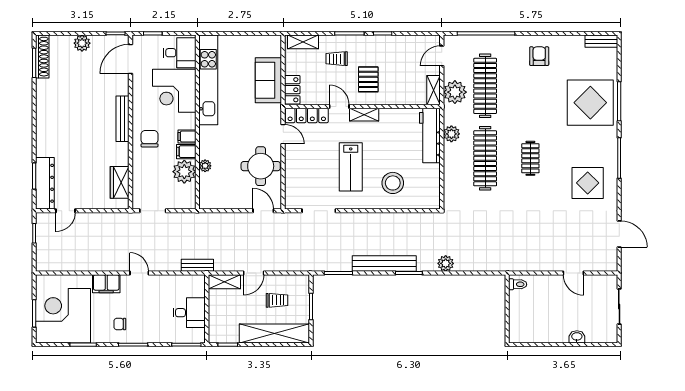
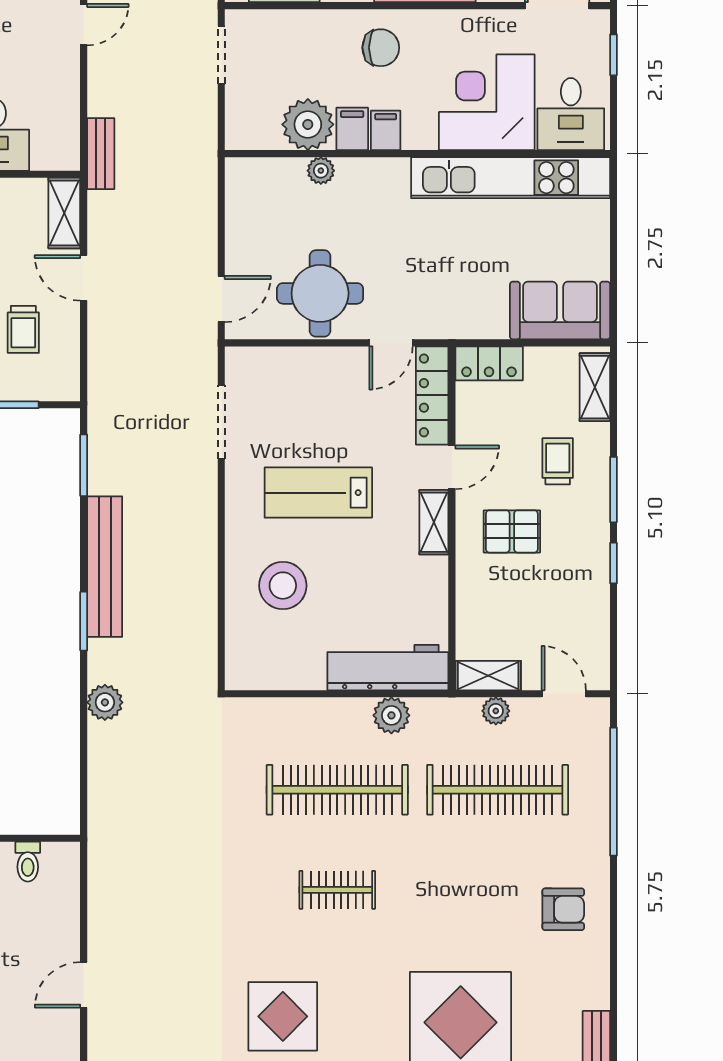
sofa: (268, 80) -> (560, 310), moved
plant: (455, 92) -> (496, 711), width x0.53, depth x0.53
toilet: (518, 284) -> (28, 862), moved

